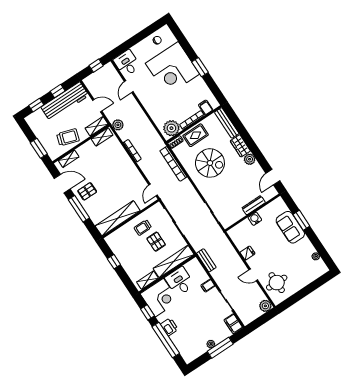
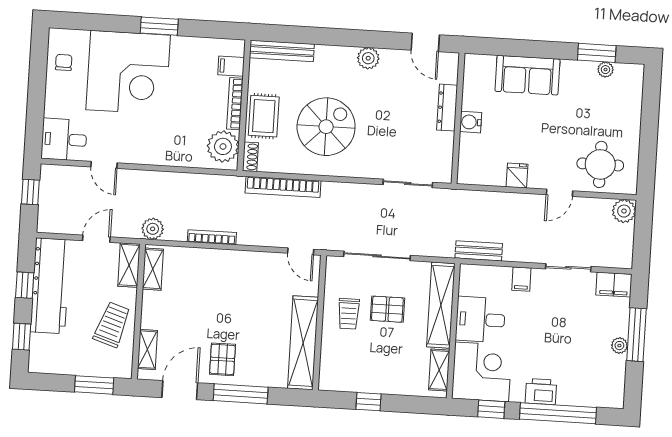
wardrobe: (240, 146) -> (335, 57), removed
window: (301, 220) -> (597, 53), moved

